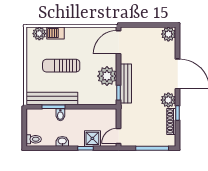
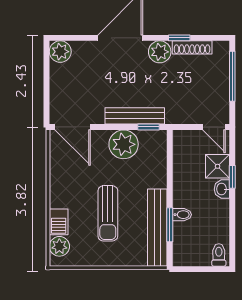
washbasin: (62, 141) -> (222, 189), moved

